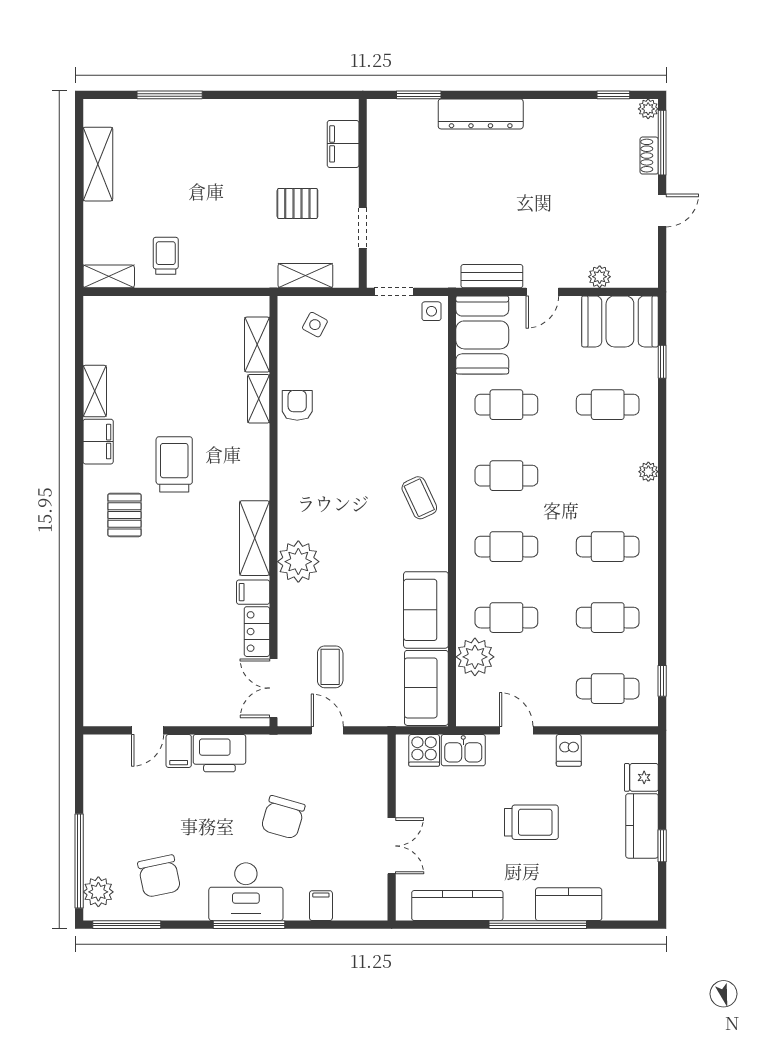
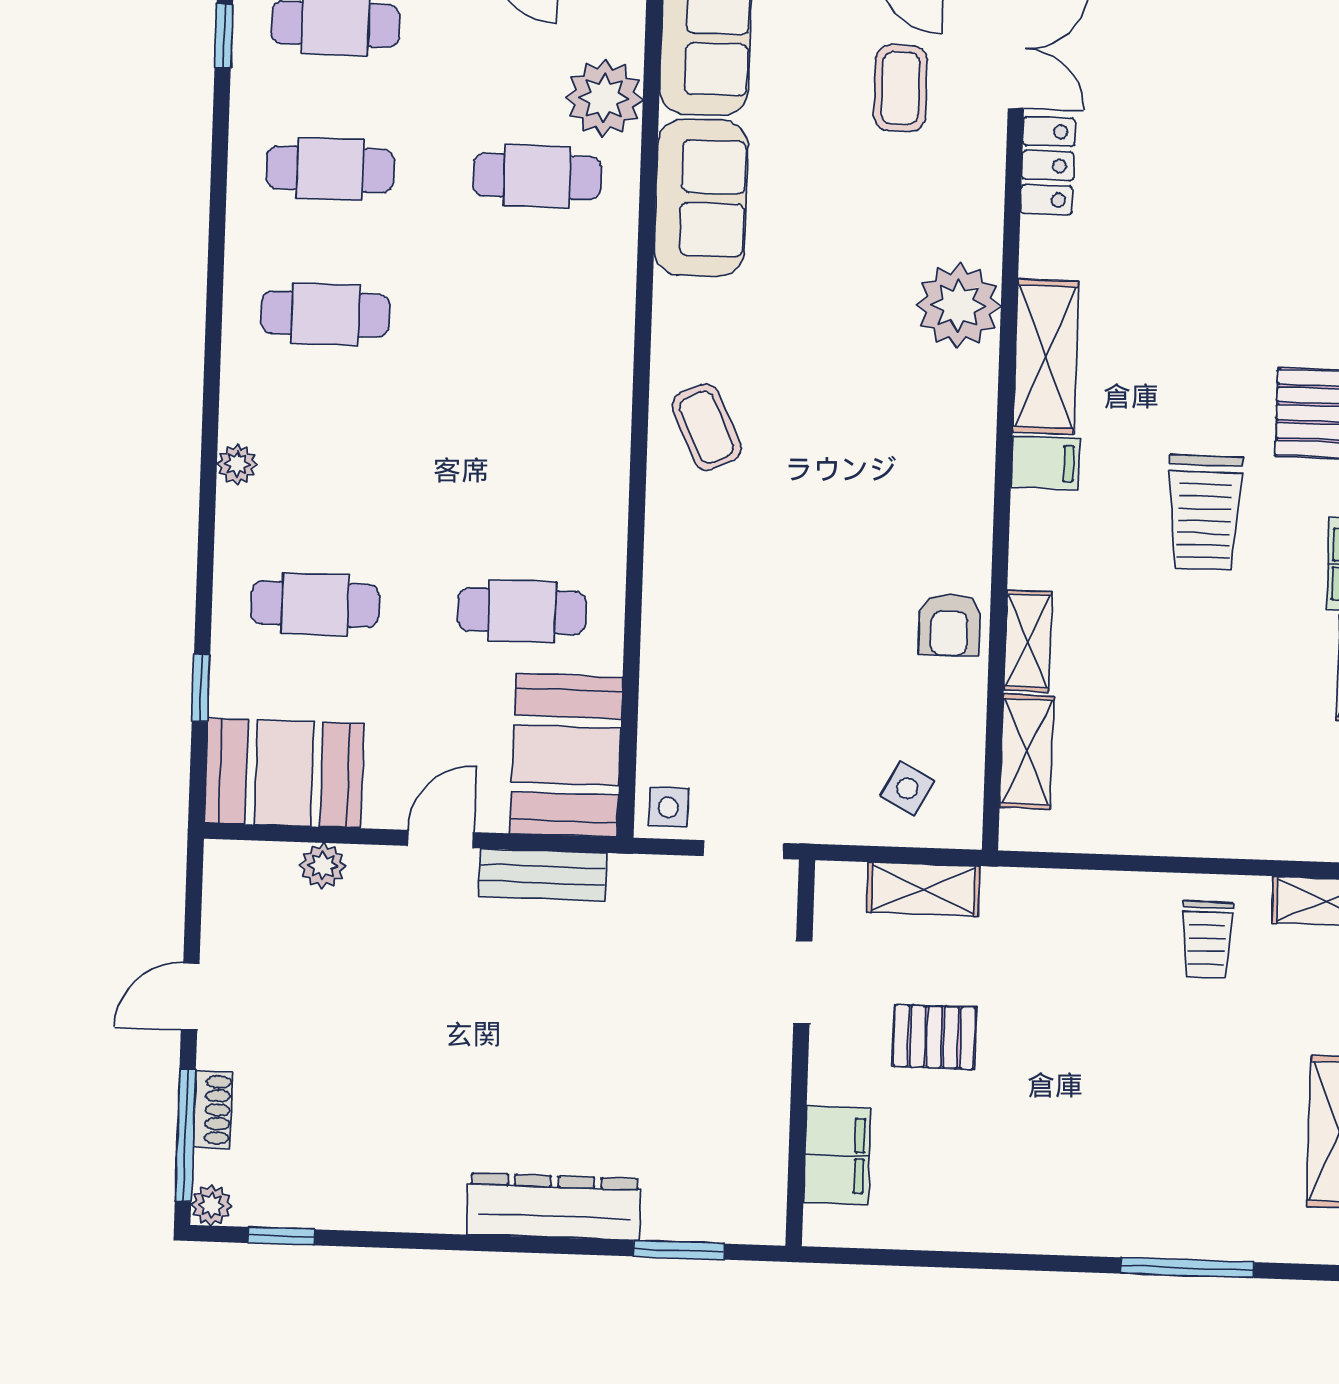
cafe table: (506, 476) -> (527, 466), removed
cafe table: (506, 547) -> (532, 321), removed
filing cabinet: (253, 592) -> (1045, 463), moved

